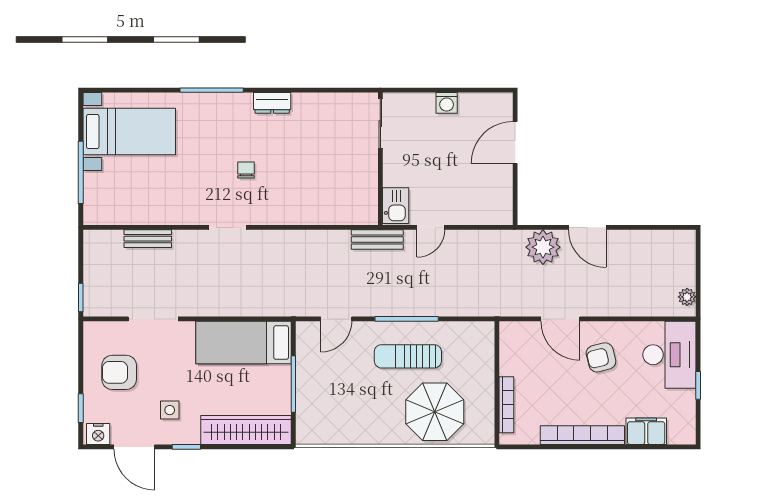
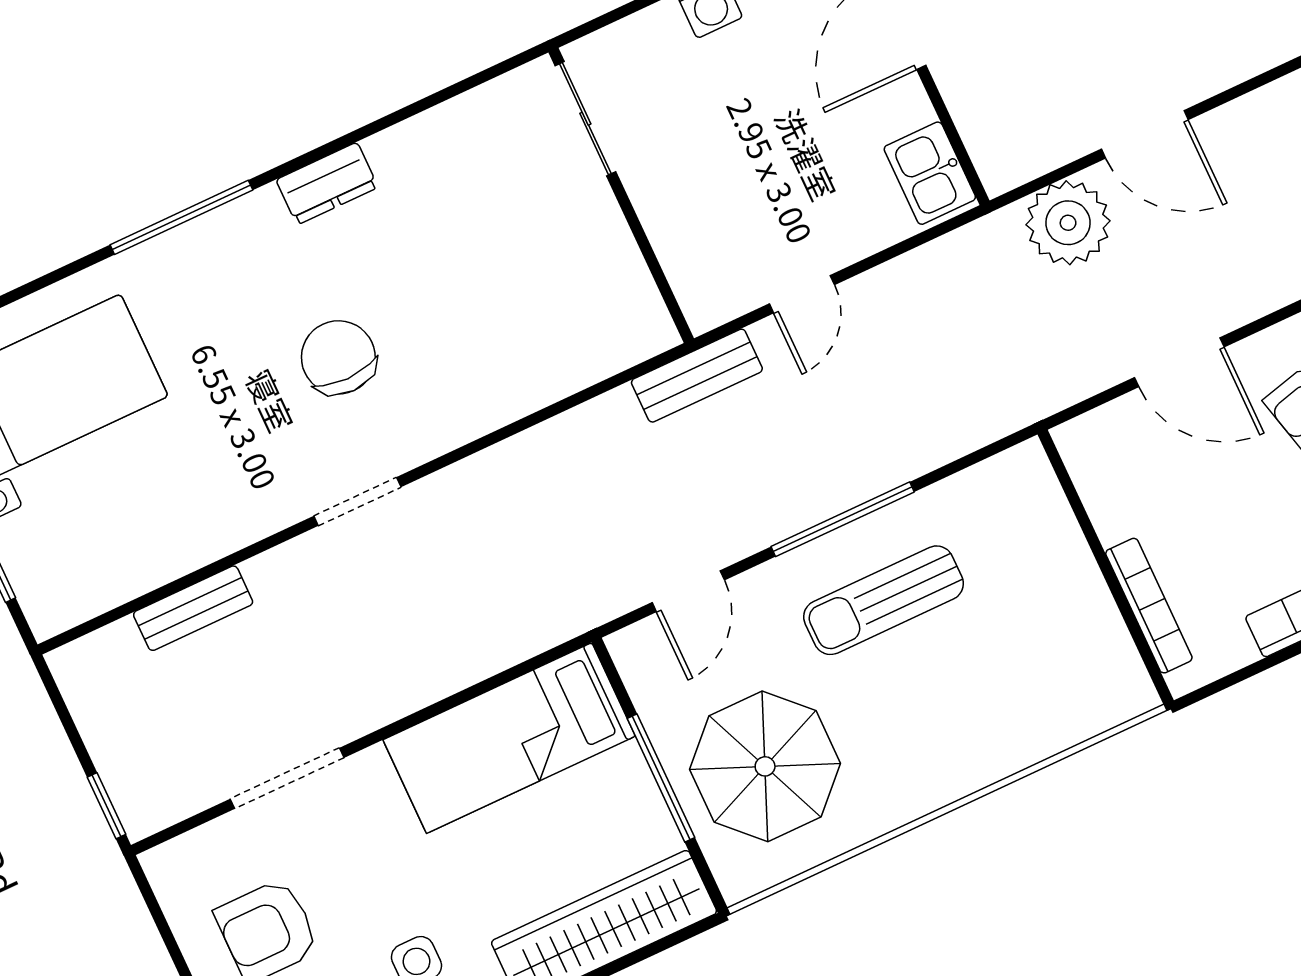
chair: (246, 170) -> (338, 357), width x1.87, depth x1.87
kitchen sink: (396, 206) -> (930, 173), moved, turned 180
parasol: (435, 412) -> (765, 766), moved

